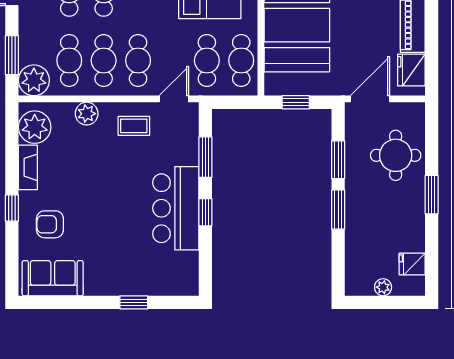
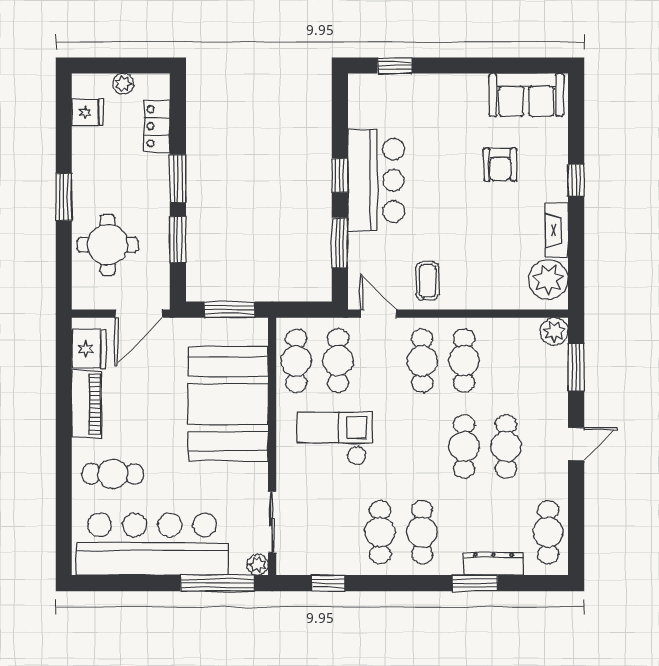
cafe table: (69, 61) -> (506, 361), removed
plant: (34, 80) -> (554, 331), width x0.73, depth x0.73
door: (174, 99) -> (378, 314), swing flipped
window: (296, 102) -> (229, 310), width x1.50
plant: (87, 114) -> (485, 296), removed
coffee table: (134, 126) -> (427, 281), turned 90
armchair: (50, 224) -> (500, 164), moved, turned 90
locker: (355, 253) -> (157, 126), added
window: (134, 302) -> (395, 65), moved

